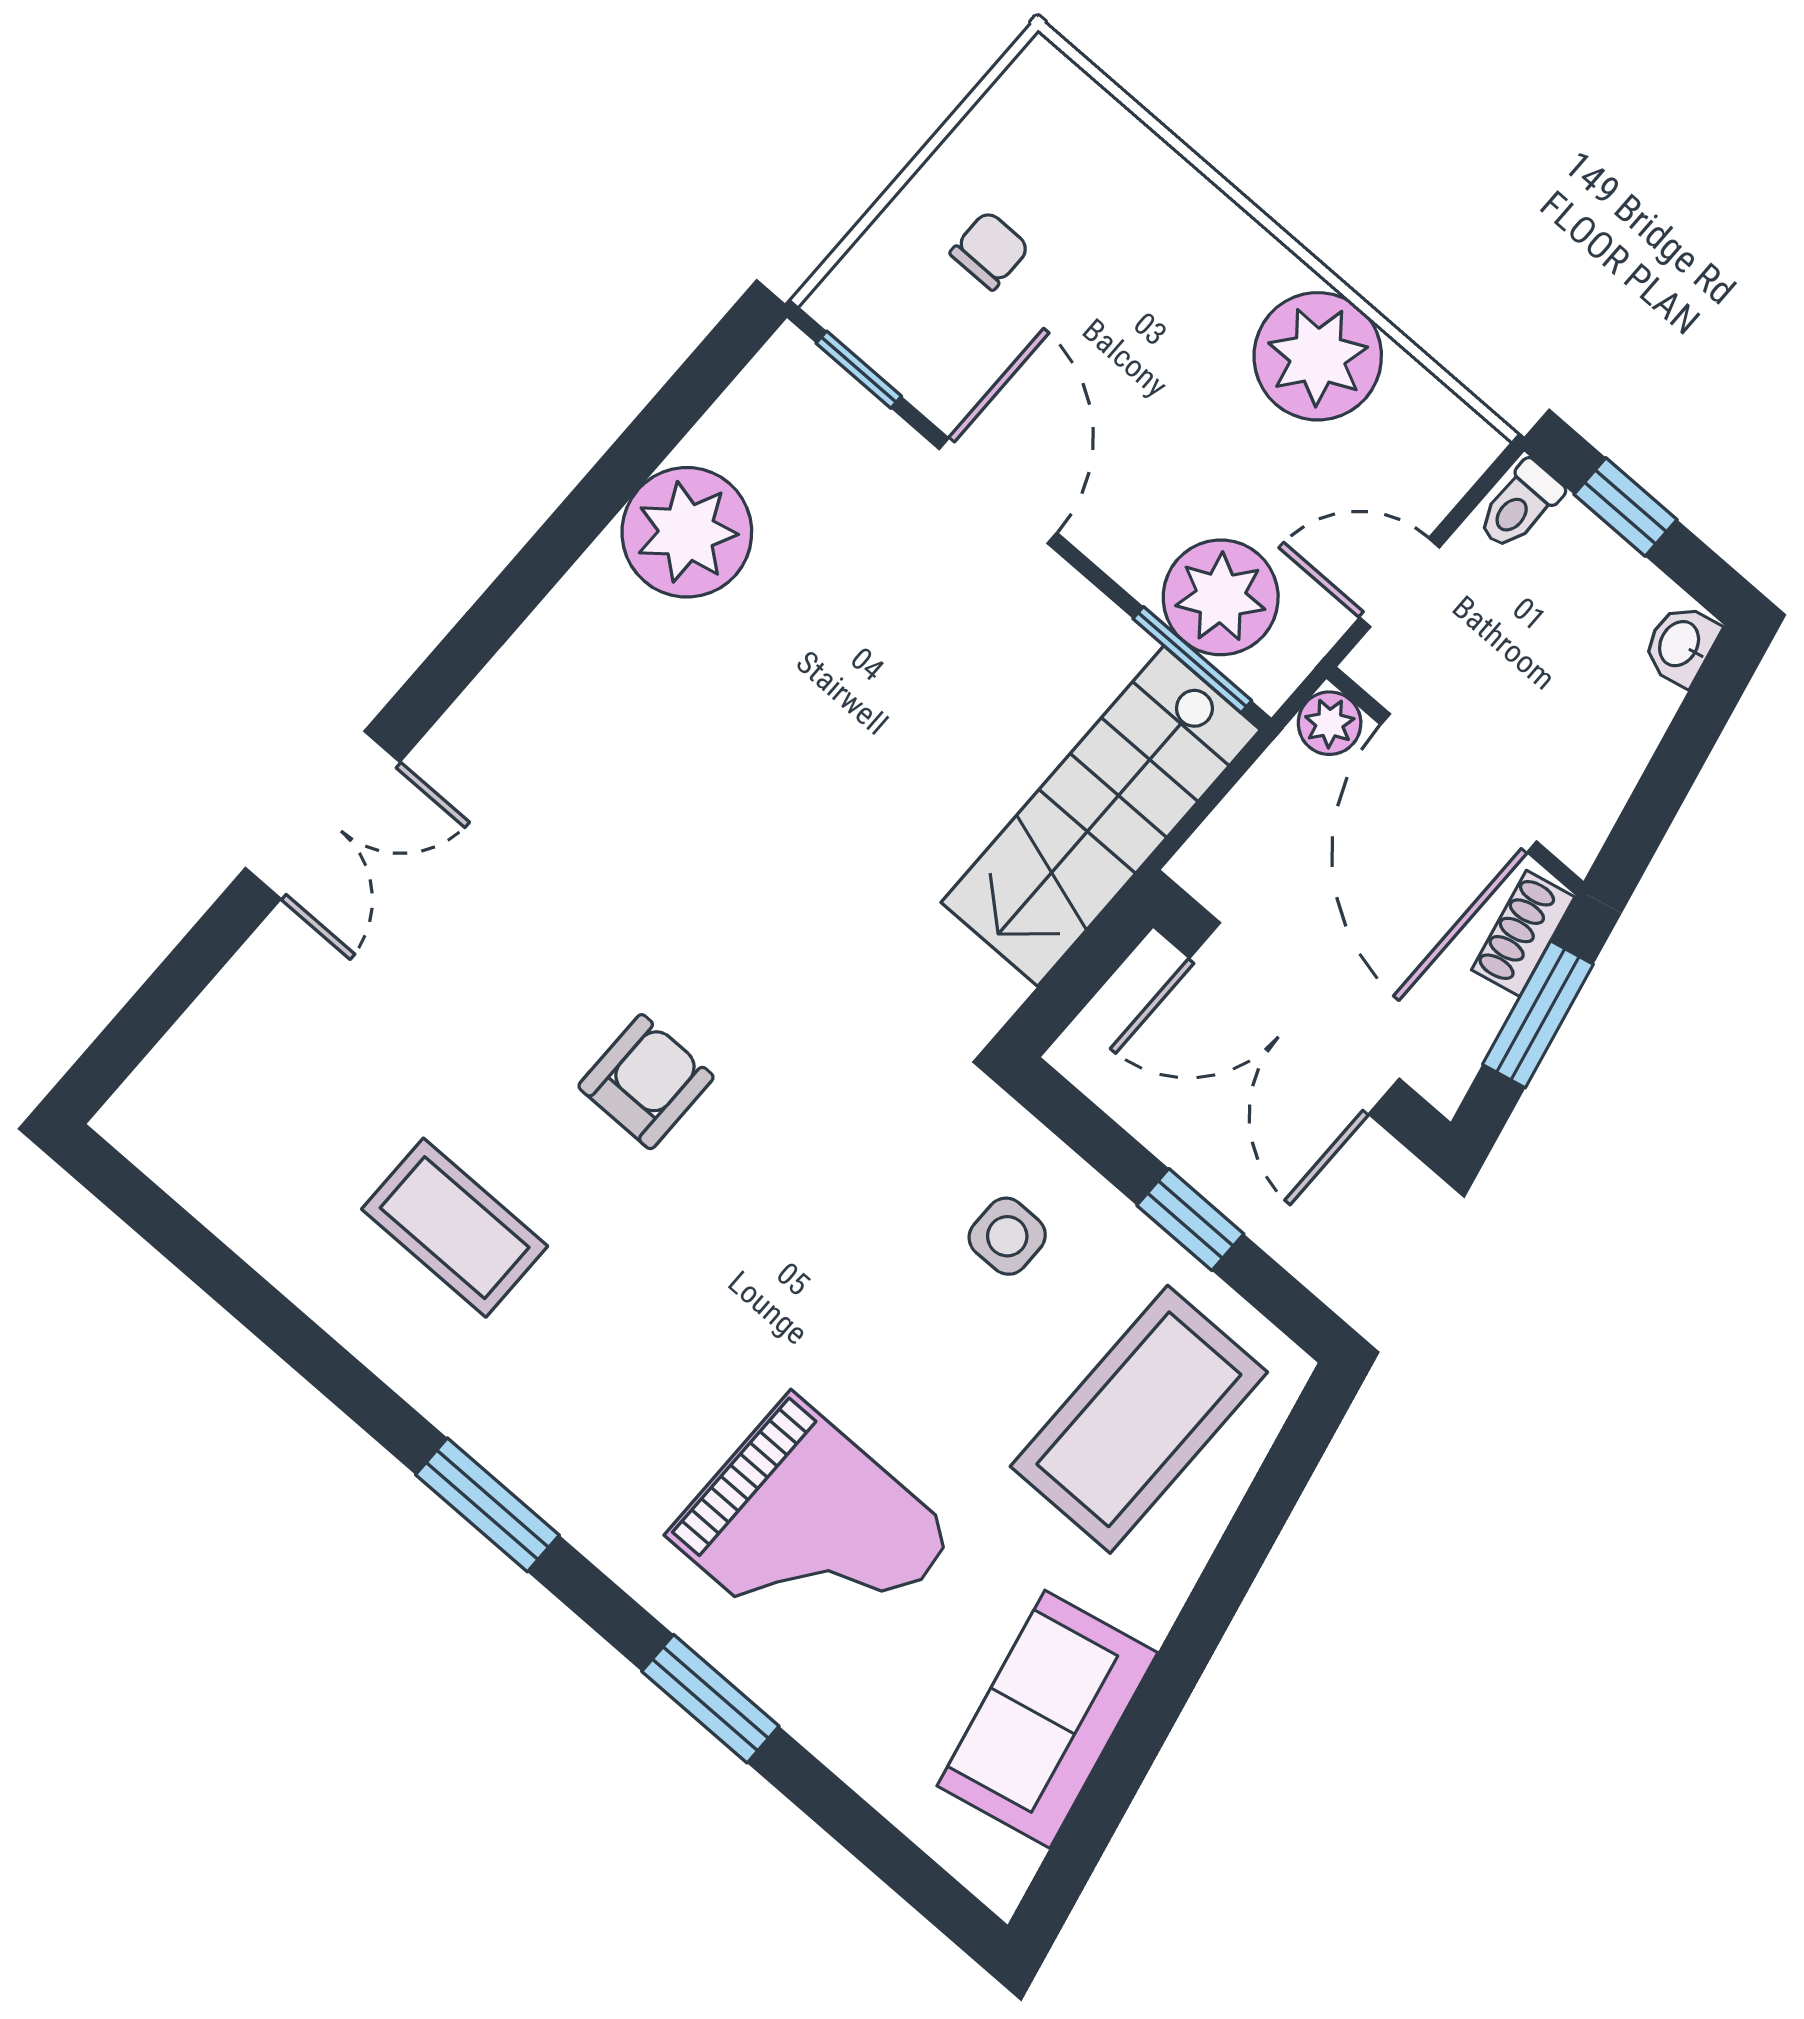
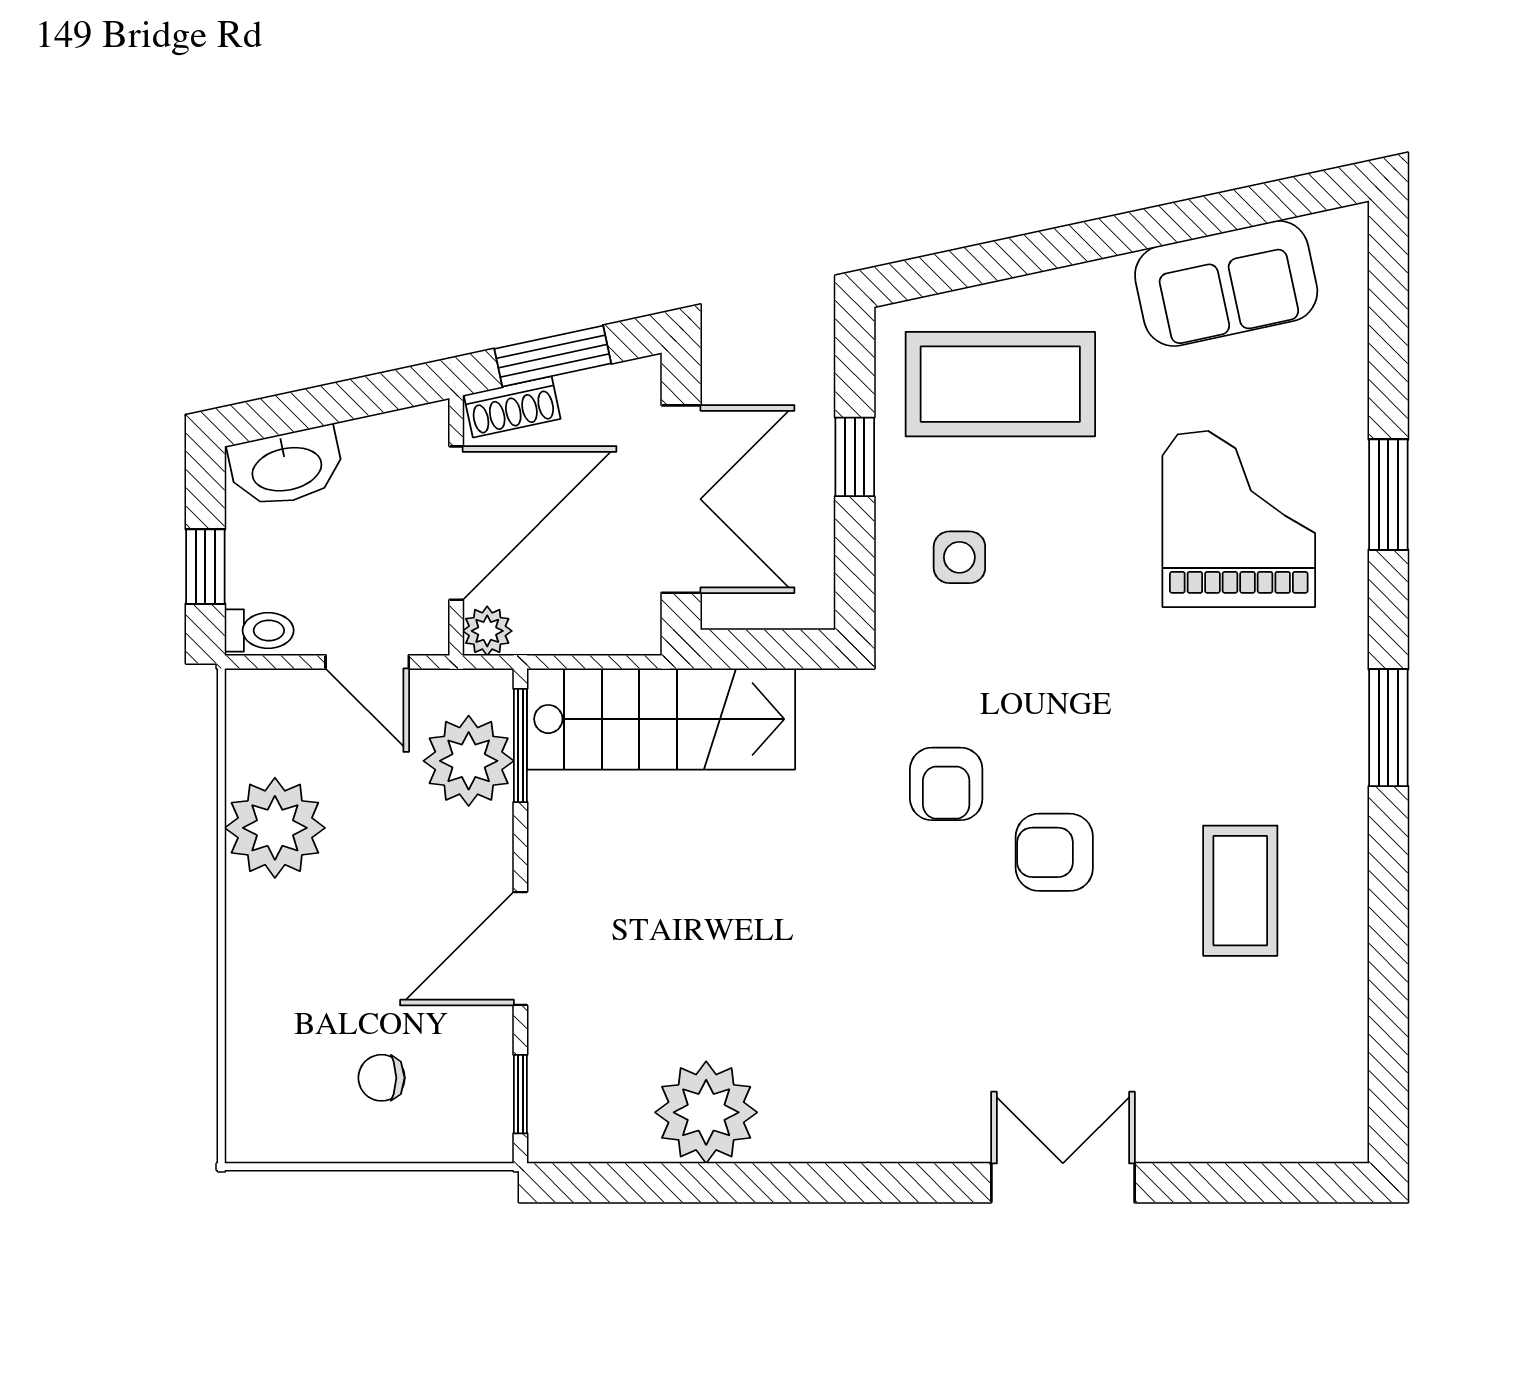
washbasin: (1681, 644) -> (286, 467), width x1.91, depth x1.45
armchair: (801, 1035) -> (946, 784), added

